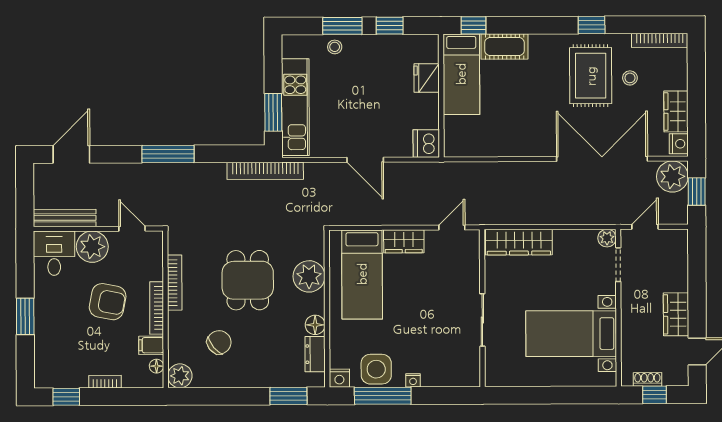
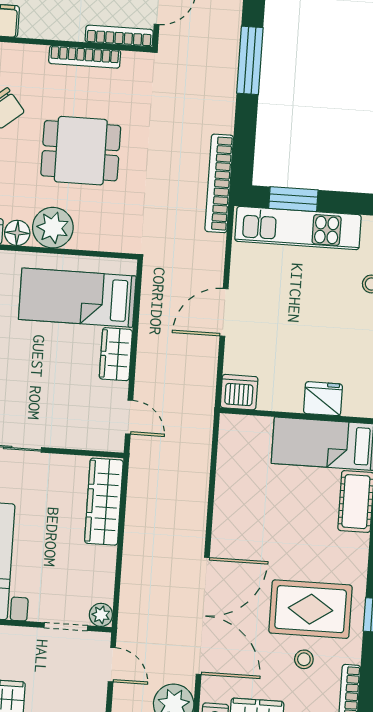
plant: (309, 276) -> (53, 228), moved
bookcase: (157, 308) -> (119, 36), moved

